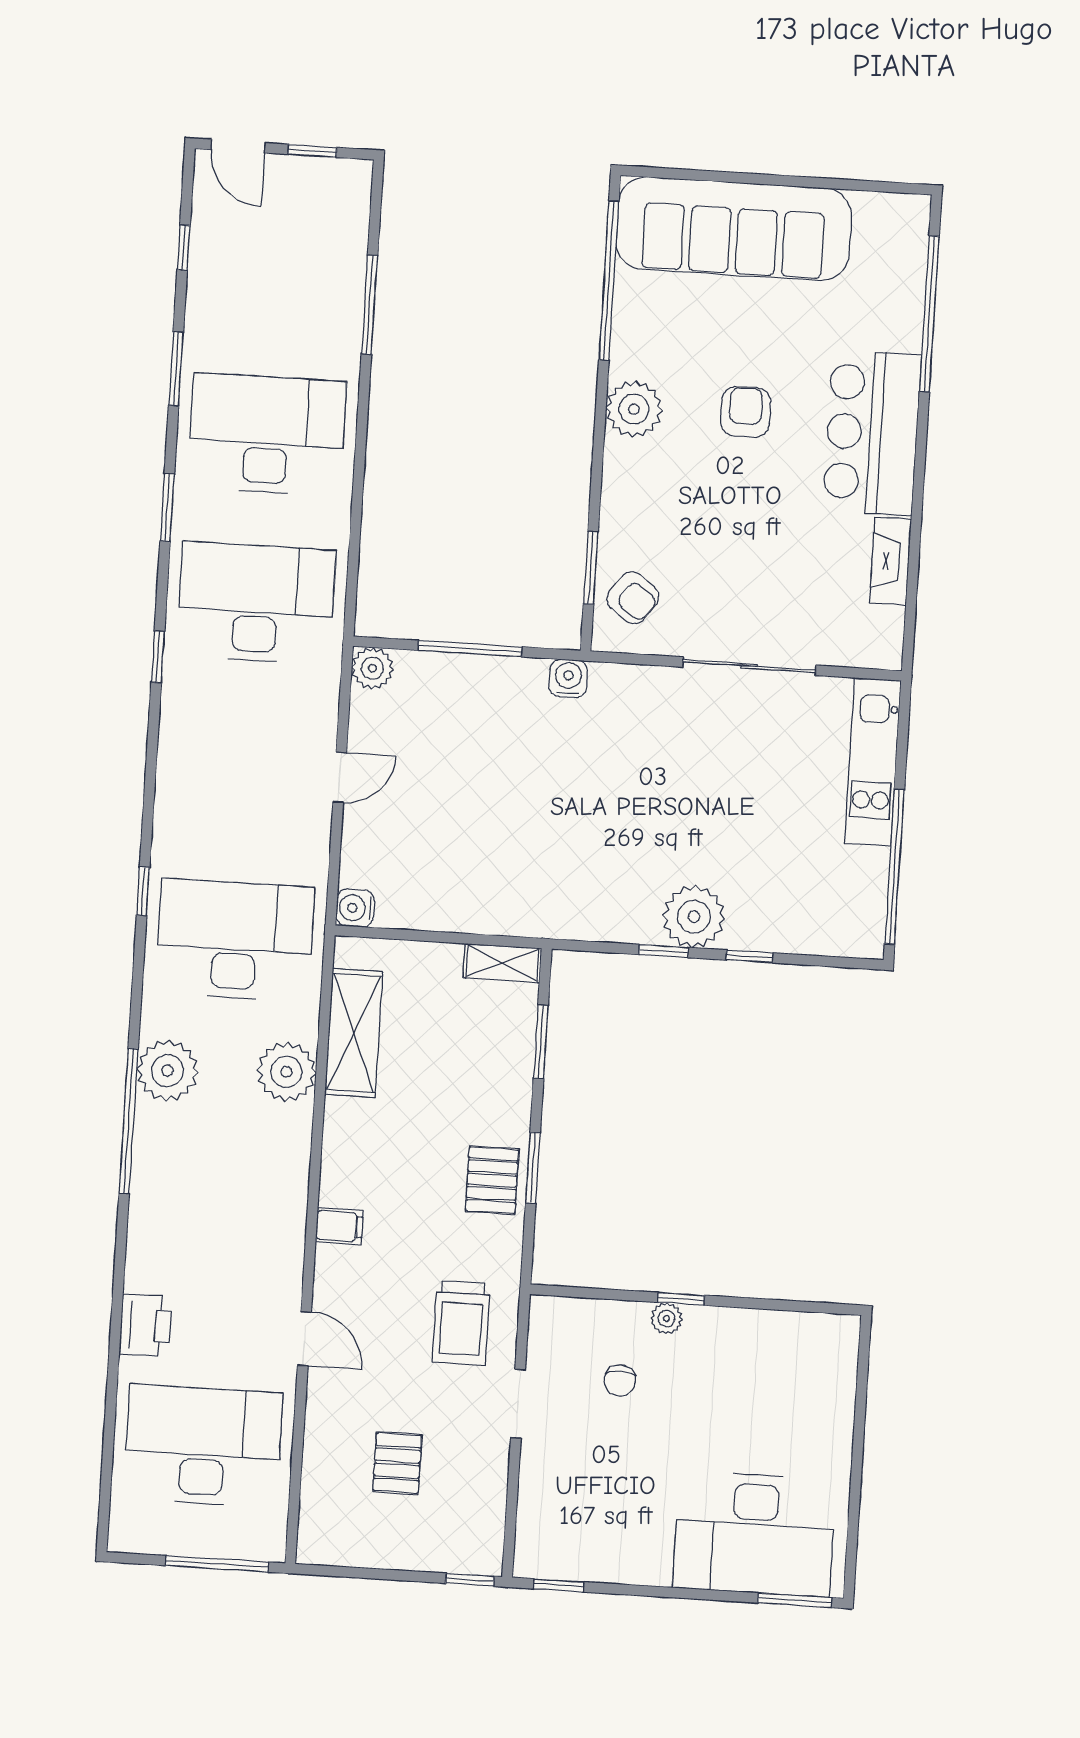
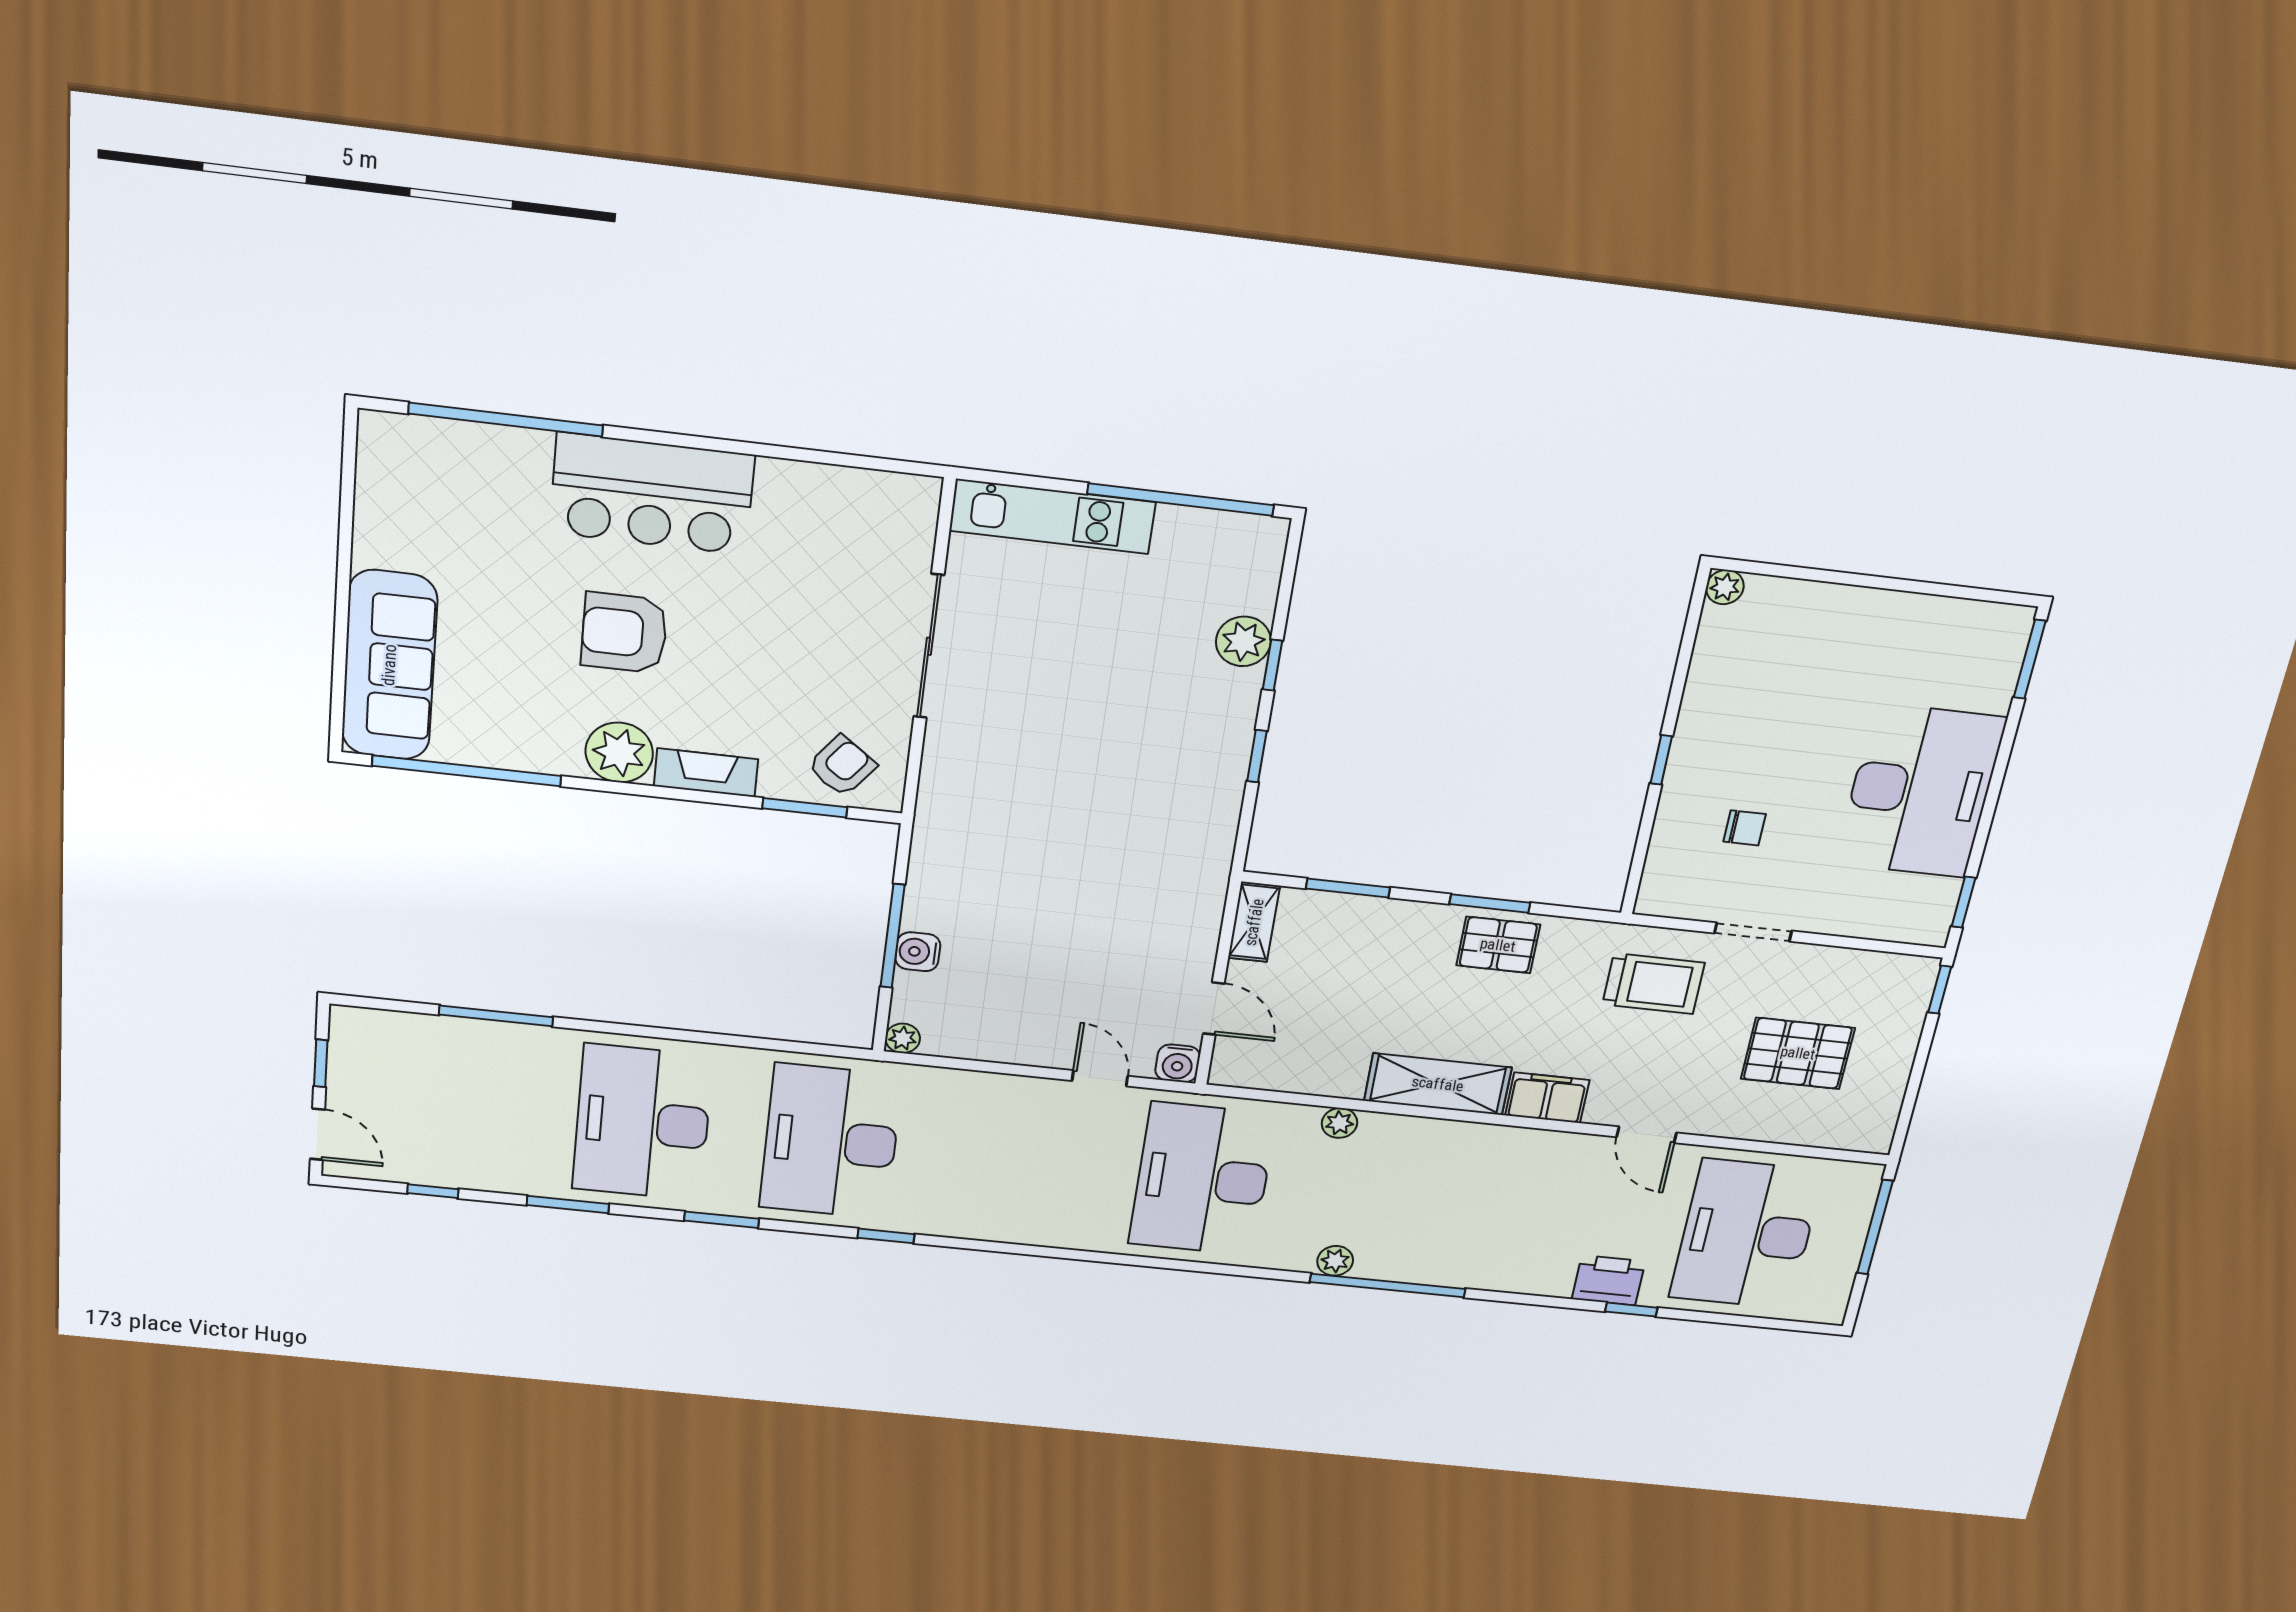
door: (238, 146) -> (317, 1134), hinge flipped
sofa: (734, 229) -> (389, 665), width x0.74, depth x0.79
armchair: (746, 412) -> (624, 633), width x1.38, depth x1.38
fireplace: (890, 561) -> (706, 773), moved, turned 180
plant: (372, 668) -> (903, 1038), width x0.73, depth x0.73
water cooler: (568, 678) -> (918, 952), moved
door: (340, 777) -> (1100, 1078), moved
window: (143, 891) -> (1631, 1310), moved
plant: (694, 917) -> (1243, 641), moved, width x0.73, depth x0.73
door: (413, 935) -> (1214, 1009), added
shelving: (354, 1033) -> (1438, 1084), moved
plant: (167, 1071) -> (1335, 1261), width x0.53, depth x0.53
plant: (286, 1072) -> (1339, 1123), width x0.53, depth x0.53
filing cabinet: (339, 1226) -> (1547, 1098), width x2.00
plant: (666, 1318) -> (1725, 587), moved
door: (304, 1339) -> (1646, 1135), swing flipped
pallet: (397, 1463) -> (1798, 1053), width x1.50, depth x1.42
desk: (754, 1534) -> (1920, 791), moved

